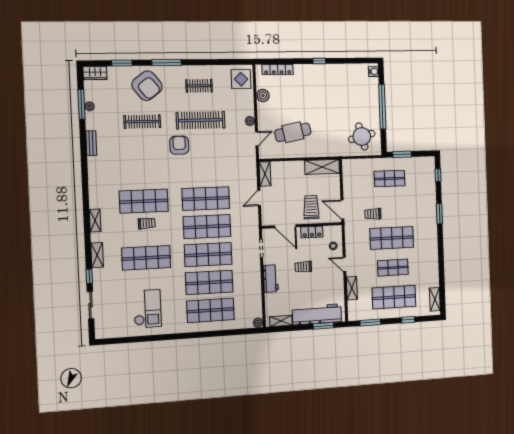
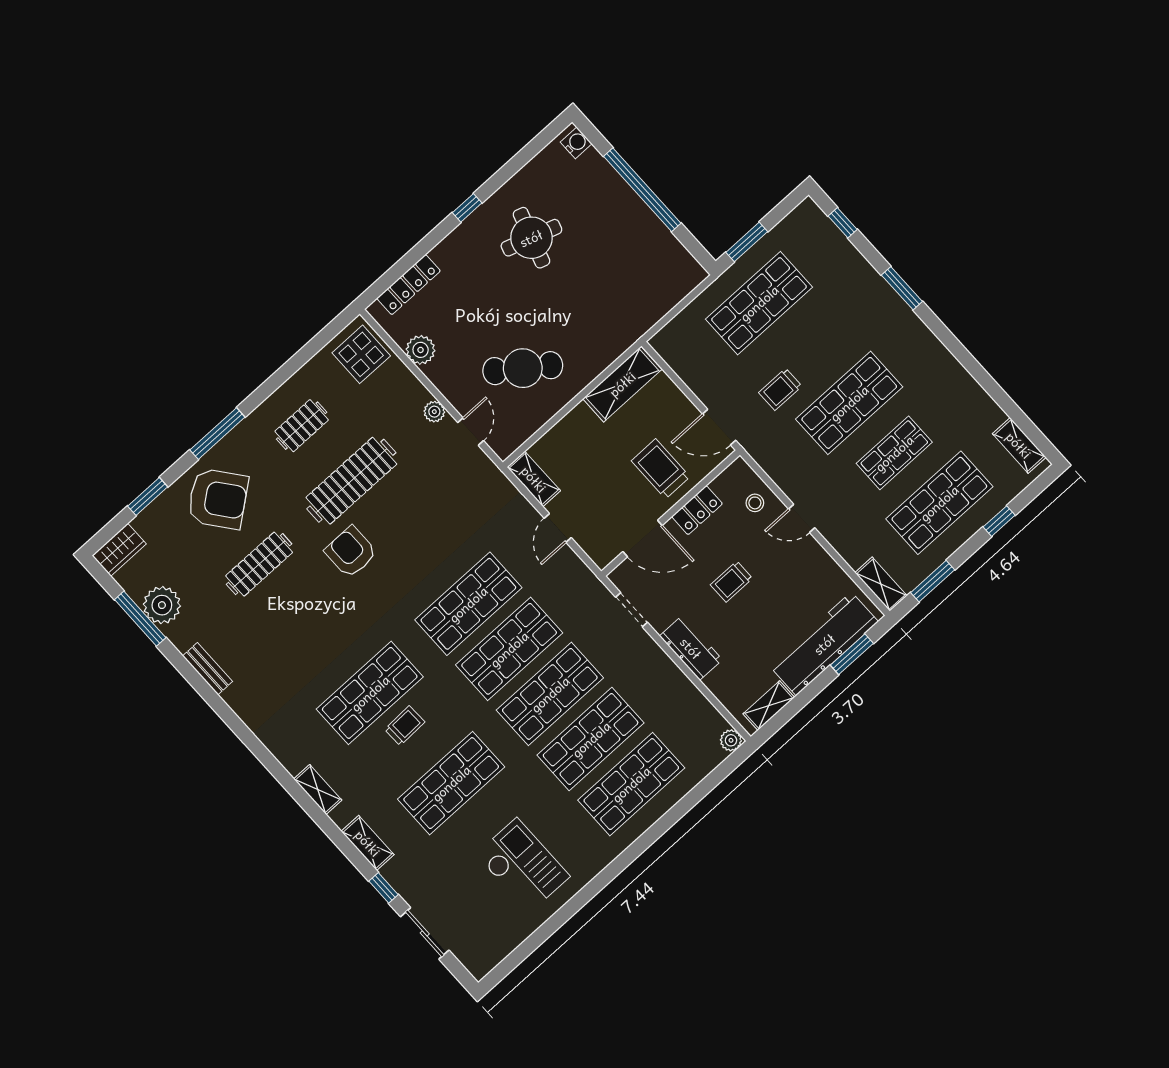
plant: (90, 106) -> (162, 605), width x1.87, depth x1.87
cafe table: (293, 132) -> (523, 368), turned 47
round table: (362, 136) -> (531, 238), moved, turned 32
shop shelf: (390, 179) -> (759, 303), width x1.43, depth x1.36
shelving: (352, 288) -> (881, 584), moved

